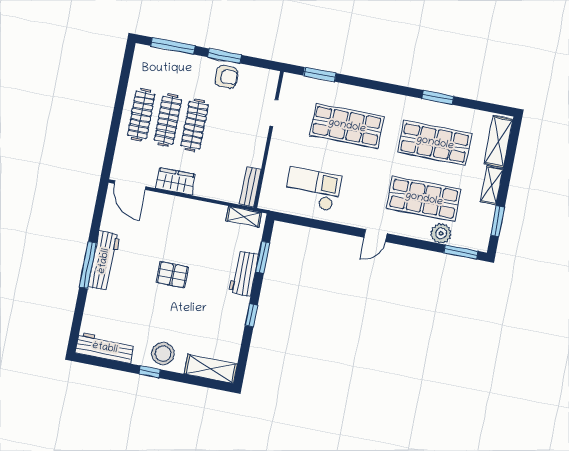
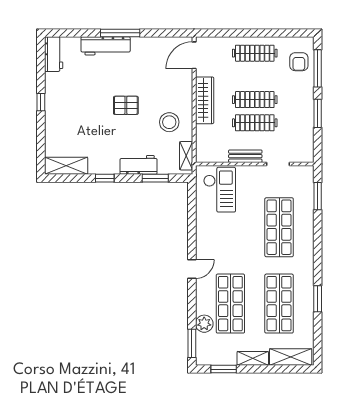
armchair: (226, 77) -> (299, 62), moved
clothes rail: (168, 120) -> (255, 123), moved
wardrobe: (175, 181) -> (205, 100), width x1.50
bench: (250, 187) -> (245, 156), moved
checkout: (313, 189) -> (220, 190), moved
door: (375, 235) -> (192, 269), swing flipped
workbench: (104, 261) -> (106, 46), moved
pallet: (172, 275) -> (126, 105), turned 90
workbench: (105, 348) -> (54, 54), width x0.73
stool: (163, 354) -> (169, 122), moved
shelving: (211, 369) -> (66, 166), moved, turned 90

